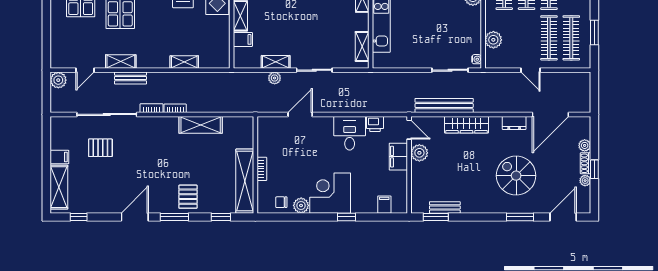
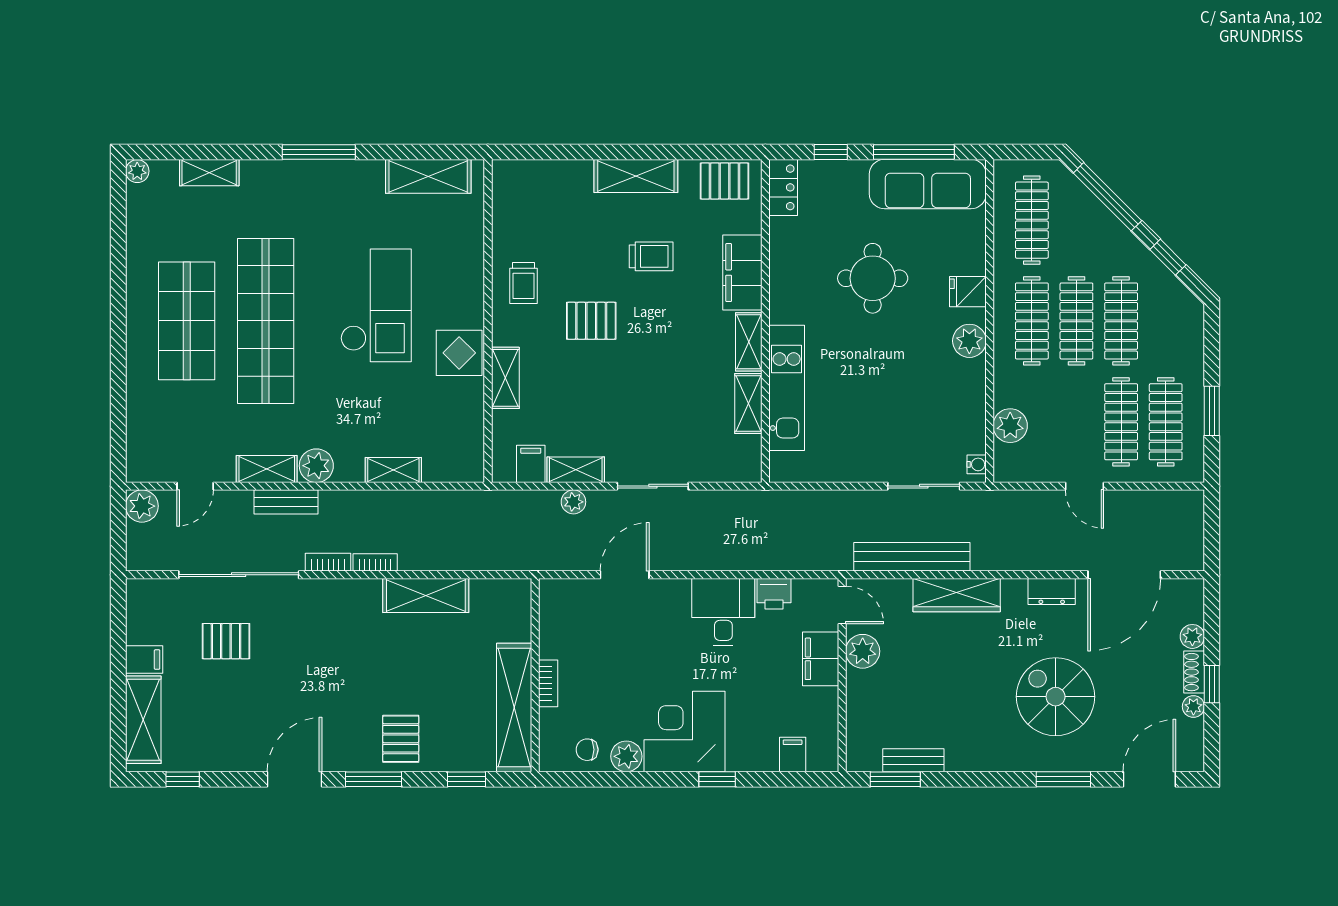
filing cabinet: (243, 39) -> (531, 464), moved, turned -90
shelving: (362, 46) -> (748, 403), moved
plant: (146, 60) -> (316, 466), added

